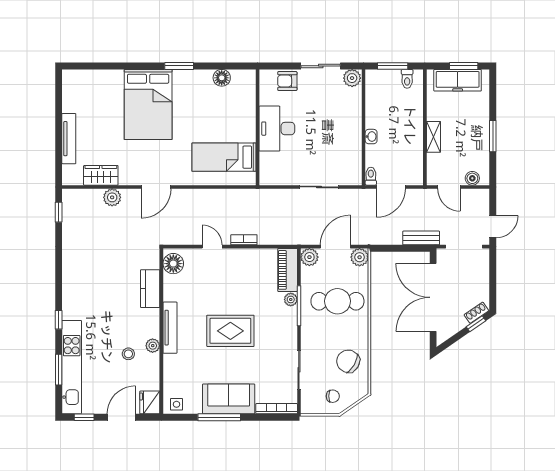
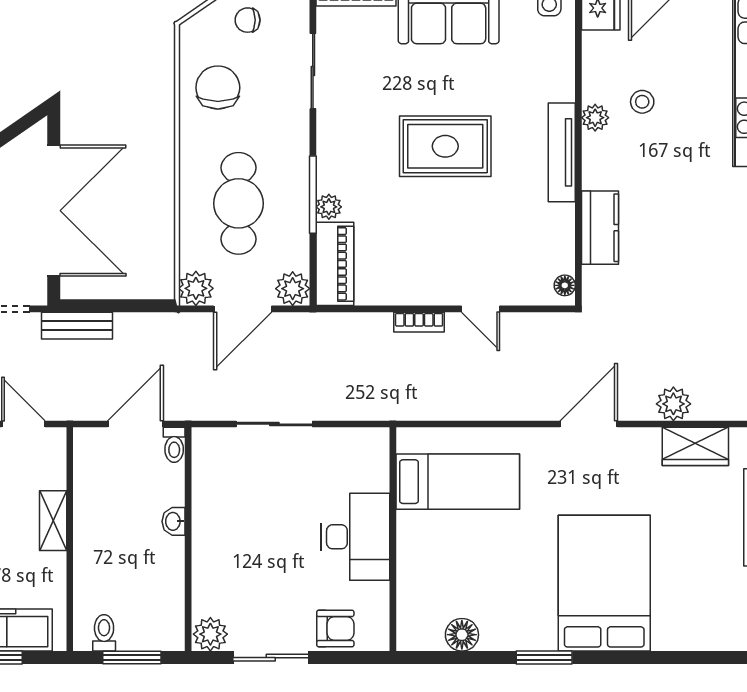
floor lamp: (173, 264) -> (565, 285), width x0.53, depth x0.53
cafe table: (337, 301) -> (238, 203), turned 90
chair: (348, 361) -> (218, 88), turned -120

